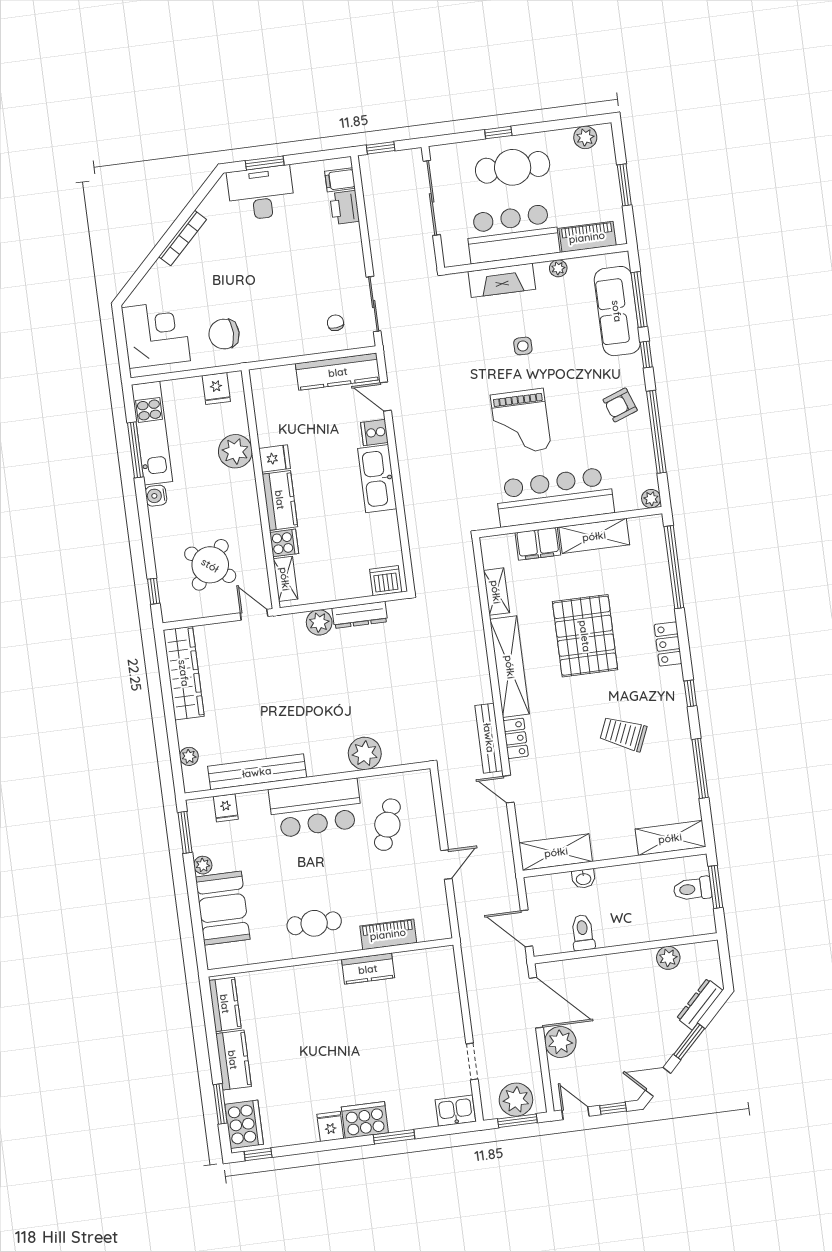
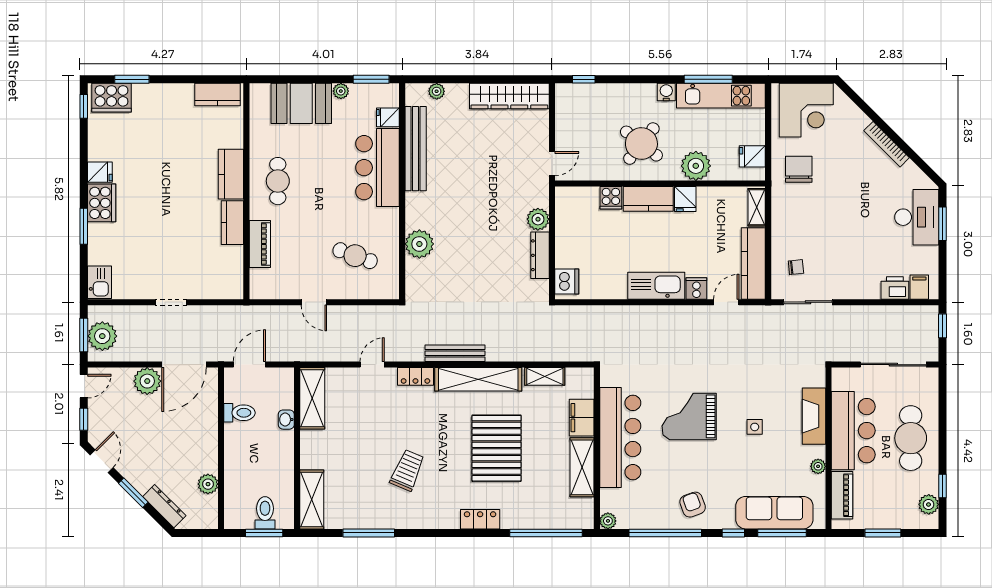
window: (498, 133) -> (942, 486), moved
round table: (210, 565) -> (641, 144), moved
shelving: (285, 579) -> (757, 207), moved, turned 90
pallet: (585, 636) -> (497, 448), turned 90
window: (690, 693) -> (435, 533), removed
bench: (489, 738) -> (455, 353), moved
bar counter: (316, 808) -> (377, 168), moved
kitchen counter: (233, 1060) -> (231, 174), moved, turned 90
doorway: (472, 1061) -> (171, 302), moved

